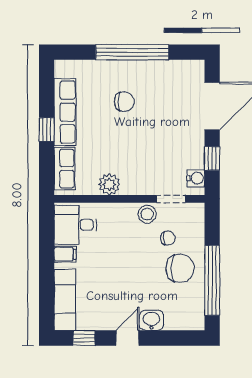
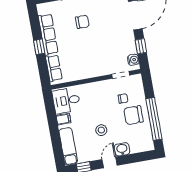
plant: (109, 184) -> (82, 73), removed
stool: (147, 214) -> (101, 130), moved
chair: (180, 268) -> (133, 115), turned 180

